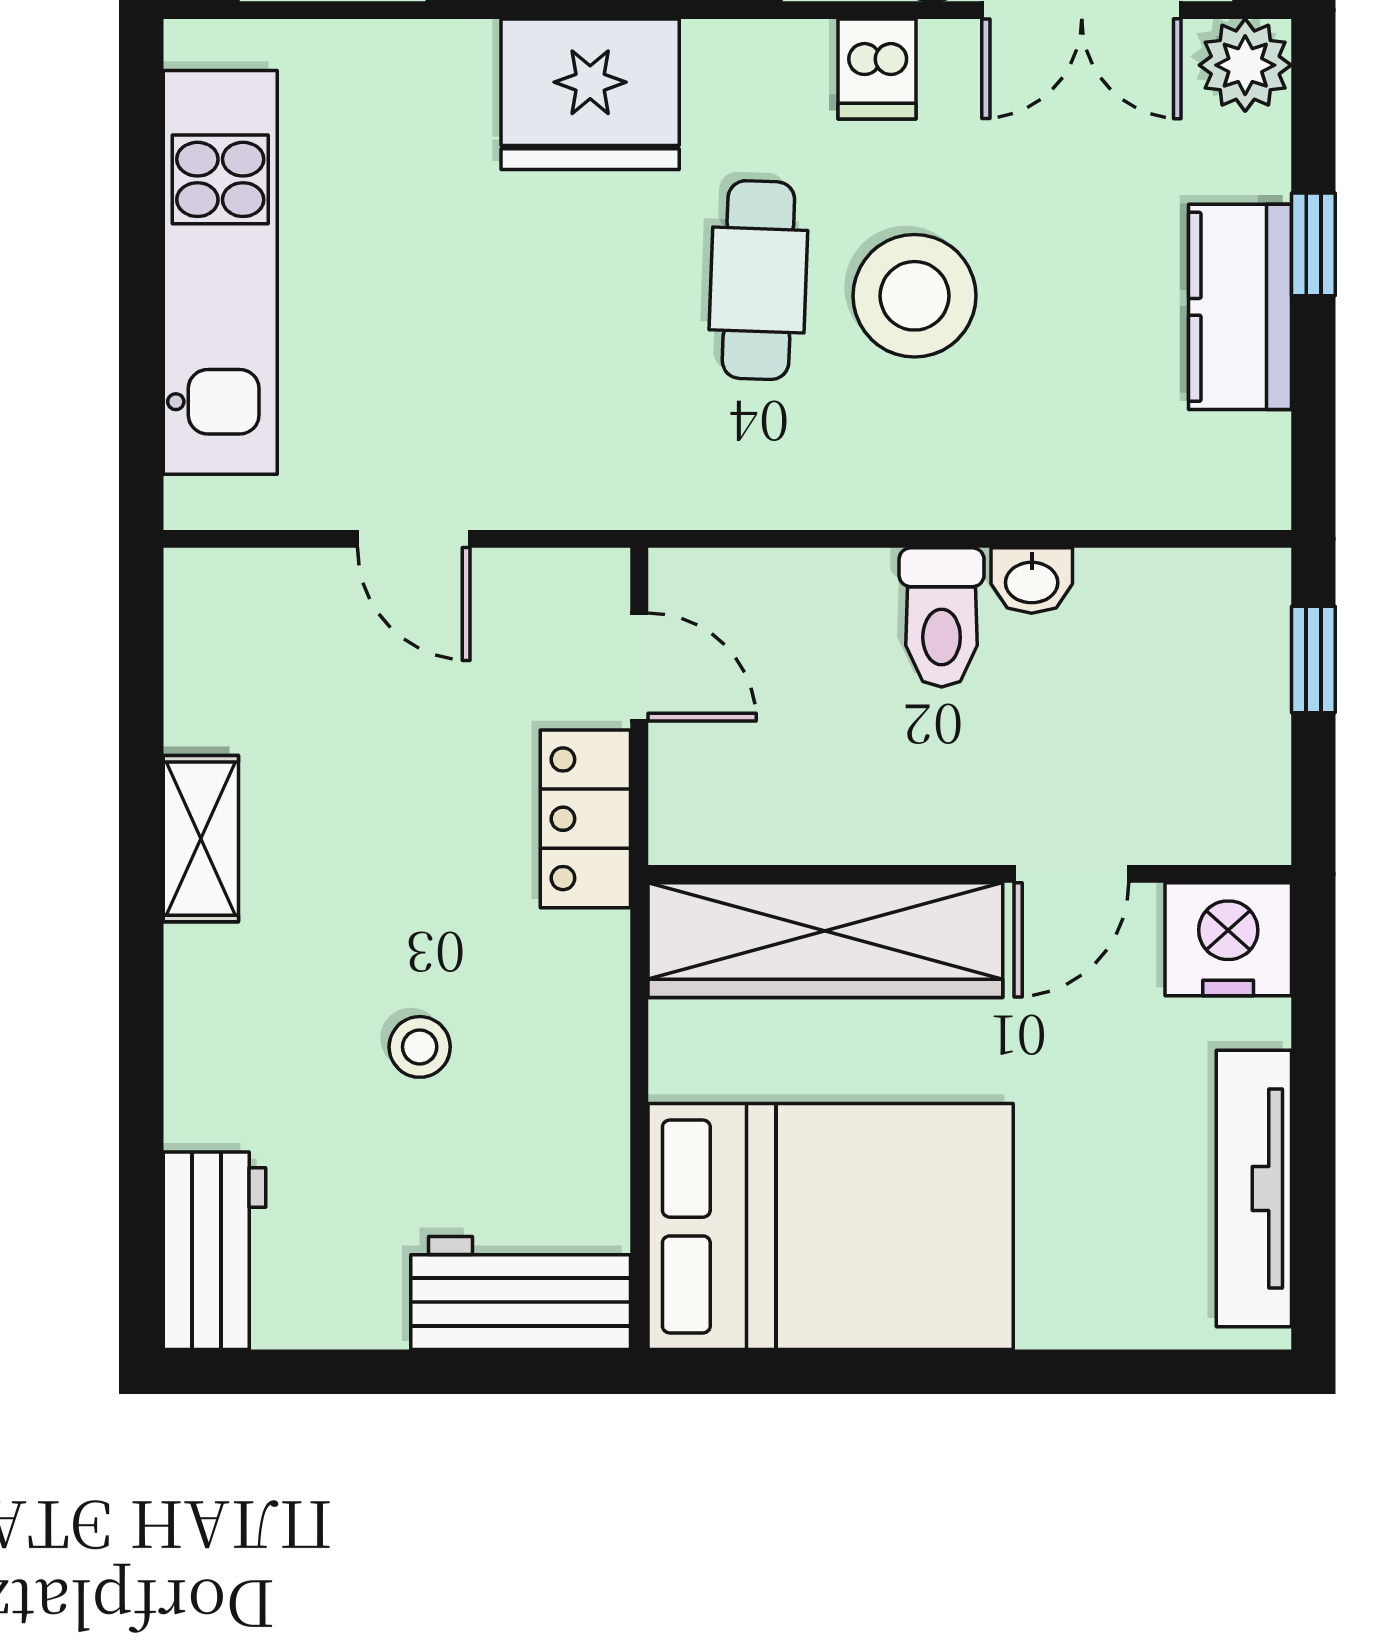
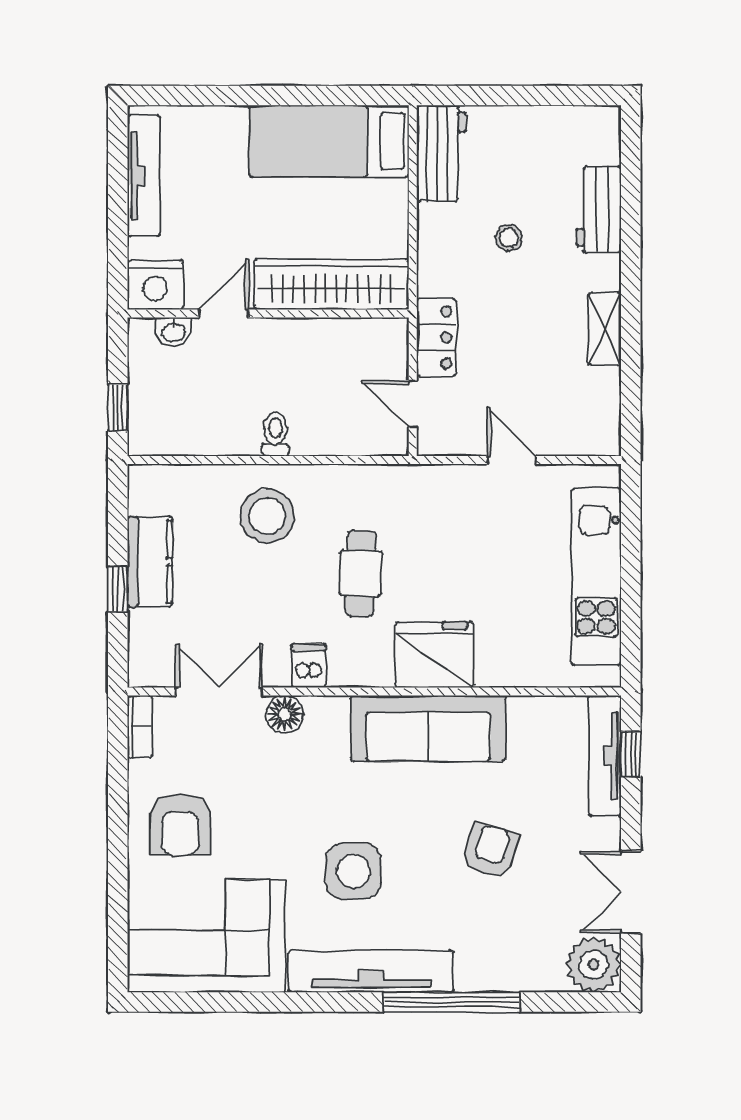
plant: (1245, 65) -> (148, 667), removed
stool: (915, 296) -> (267, 516), moved
washbasin: (1032, 581) -> (173, 332), moved, turned 180
toilet: (942, 617) -> (275, 434), width x0.73, depth x0.72
bed: (831, 1227) -> (329, 141), width x0.67
workbench: (214, 1251) -> (599, 210), moved
workbench: (521, 1293) -> (441, 153), moved, turned -90

